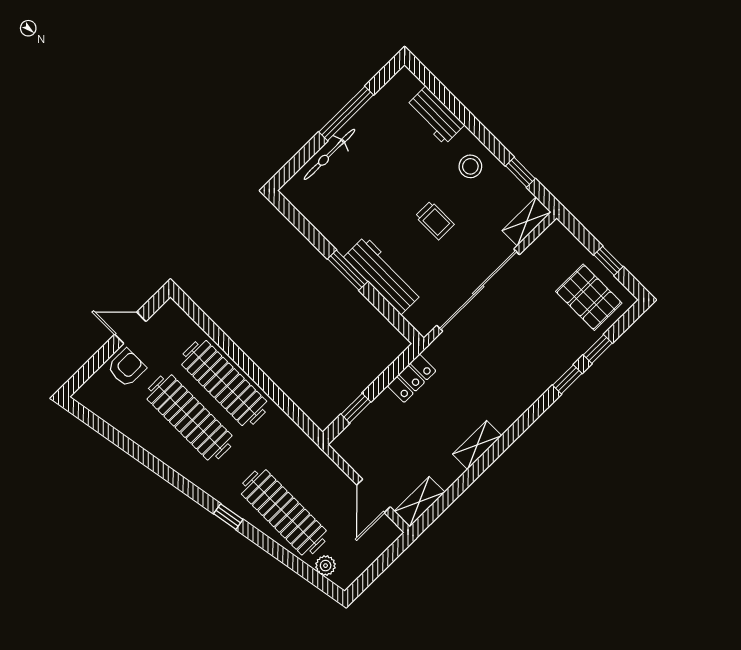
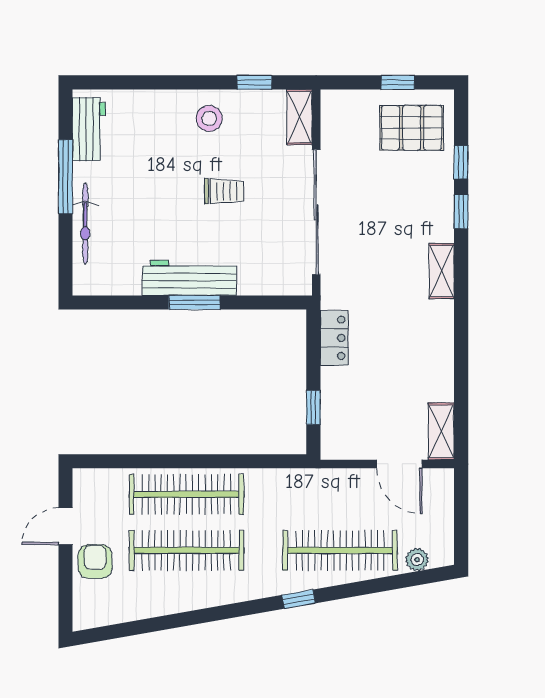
workbench: (435, 115) -> (89, 129), moved, turned -90
workbench: (383, 275) -> (189, 278), moved
shelving: (477, 445) -> (442, 271), moved

